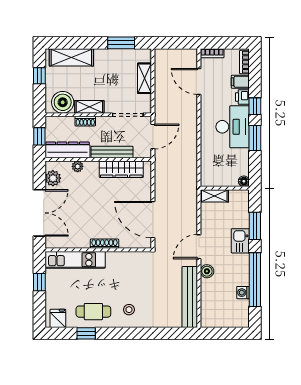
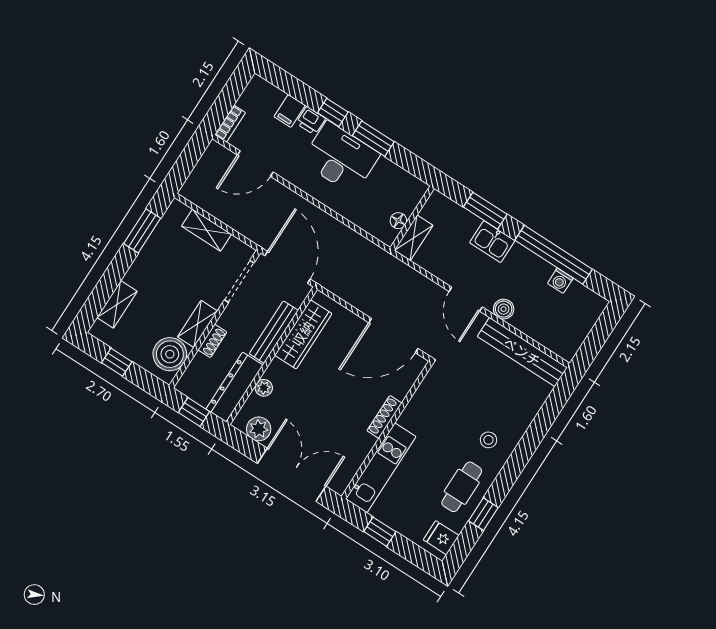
shelving: (71, 57) -> (117, 304), width x0.67, depth x0.75
bookcase: (244, 62) -> (268, 90), removed
door: (153, 136) -> (287, 267), width x1.36
floor lamp: (244, 181) -> (398, 221), moved

